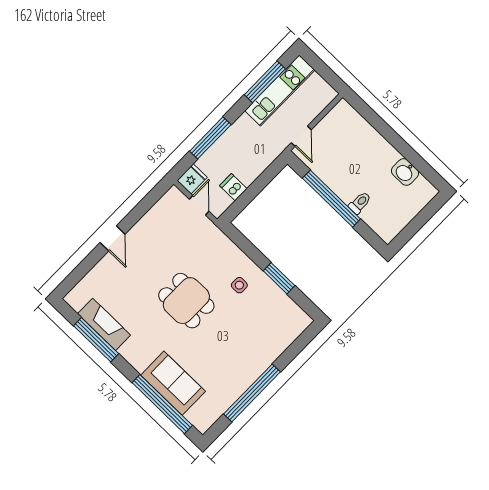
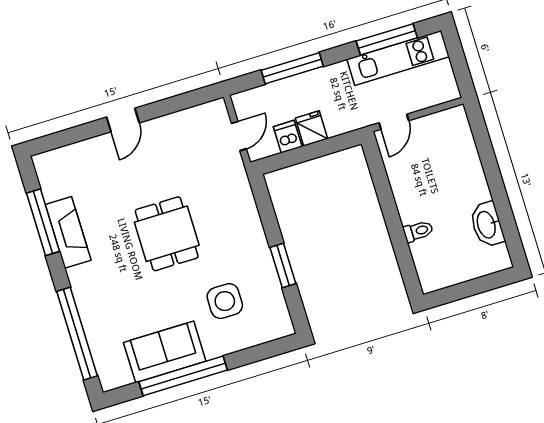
washbasin: (405, 172) -> (487, 224), width x1.38
fridge: (192, 179) -> (311, 128), moved, turned -90
window: (331, 199) -> (389, 209), removed
side table: (239, 285) -> (225, 301), moved, width x1.87, depth x1.87
fireplace: (104, 324) -> (68, 232), moved
sofa: (173, 383) -> (165, 352), moved, turned -90

